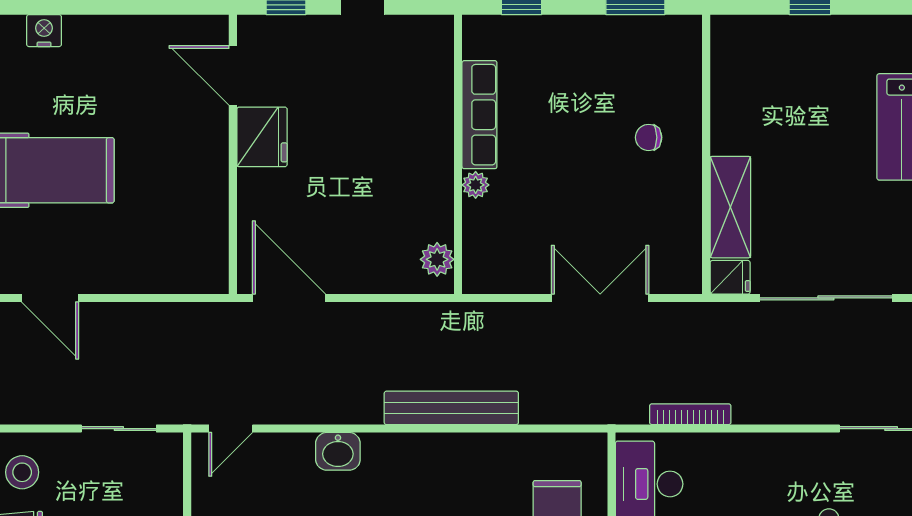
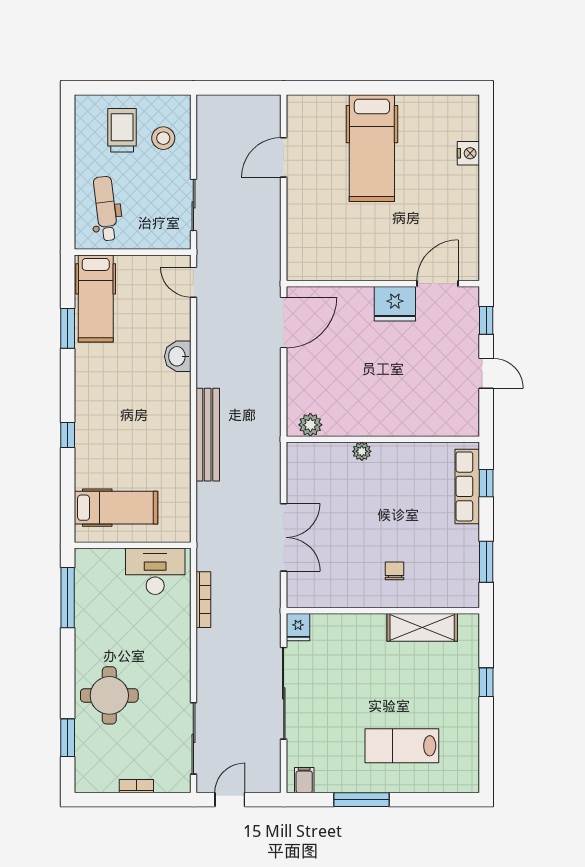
row of seats: (479, 115) -> (467, 486), moved, turned 90
shelving: (730, 207) -> (422, 627), moved

